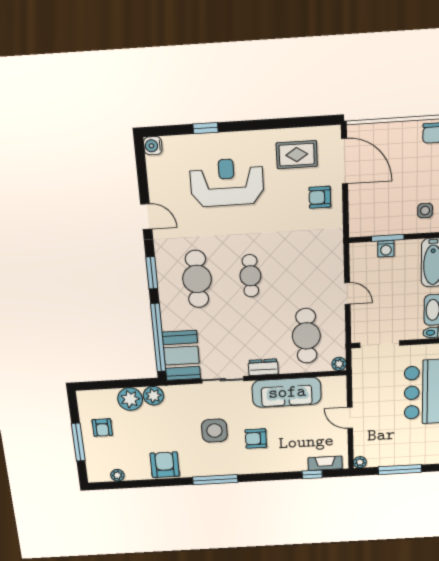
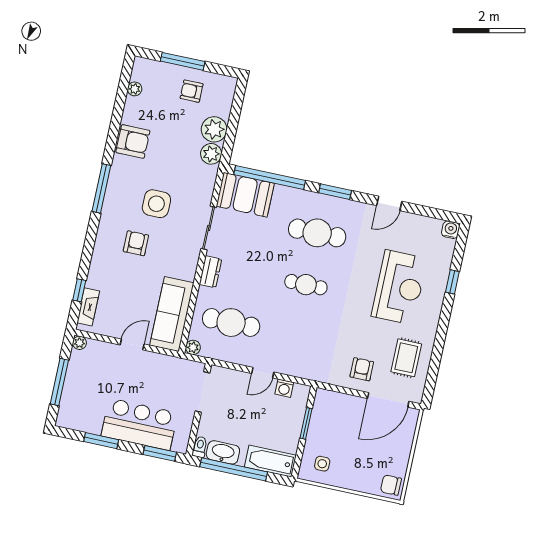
washing machine: (386, 249) -> (284, 388), moved, turned -90
sofa: (287, 392) -> (172, 314), moved

